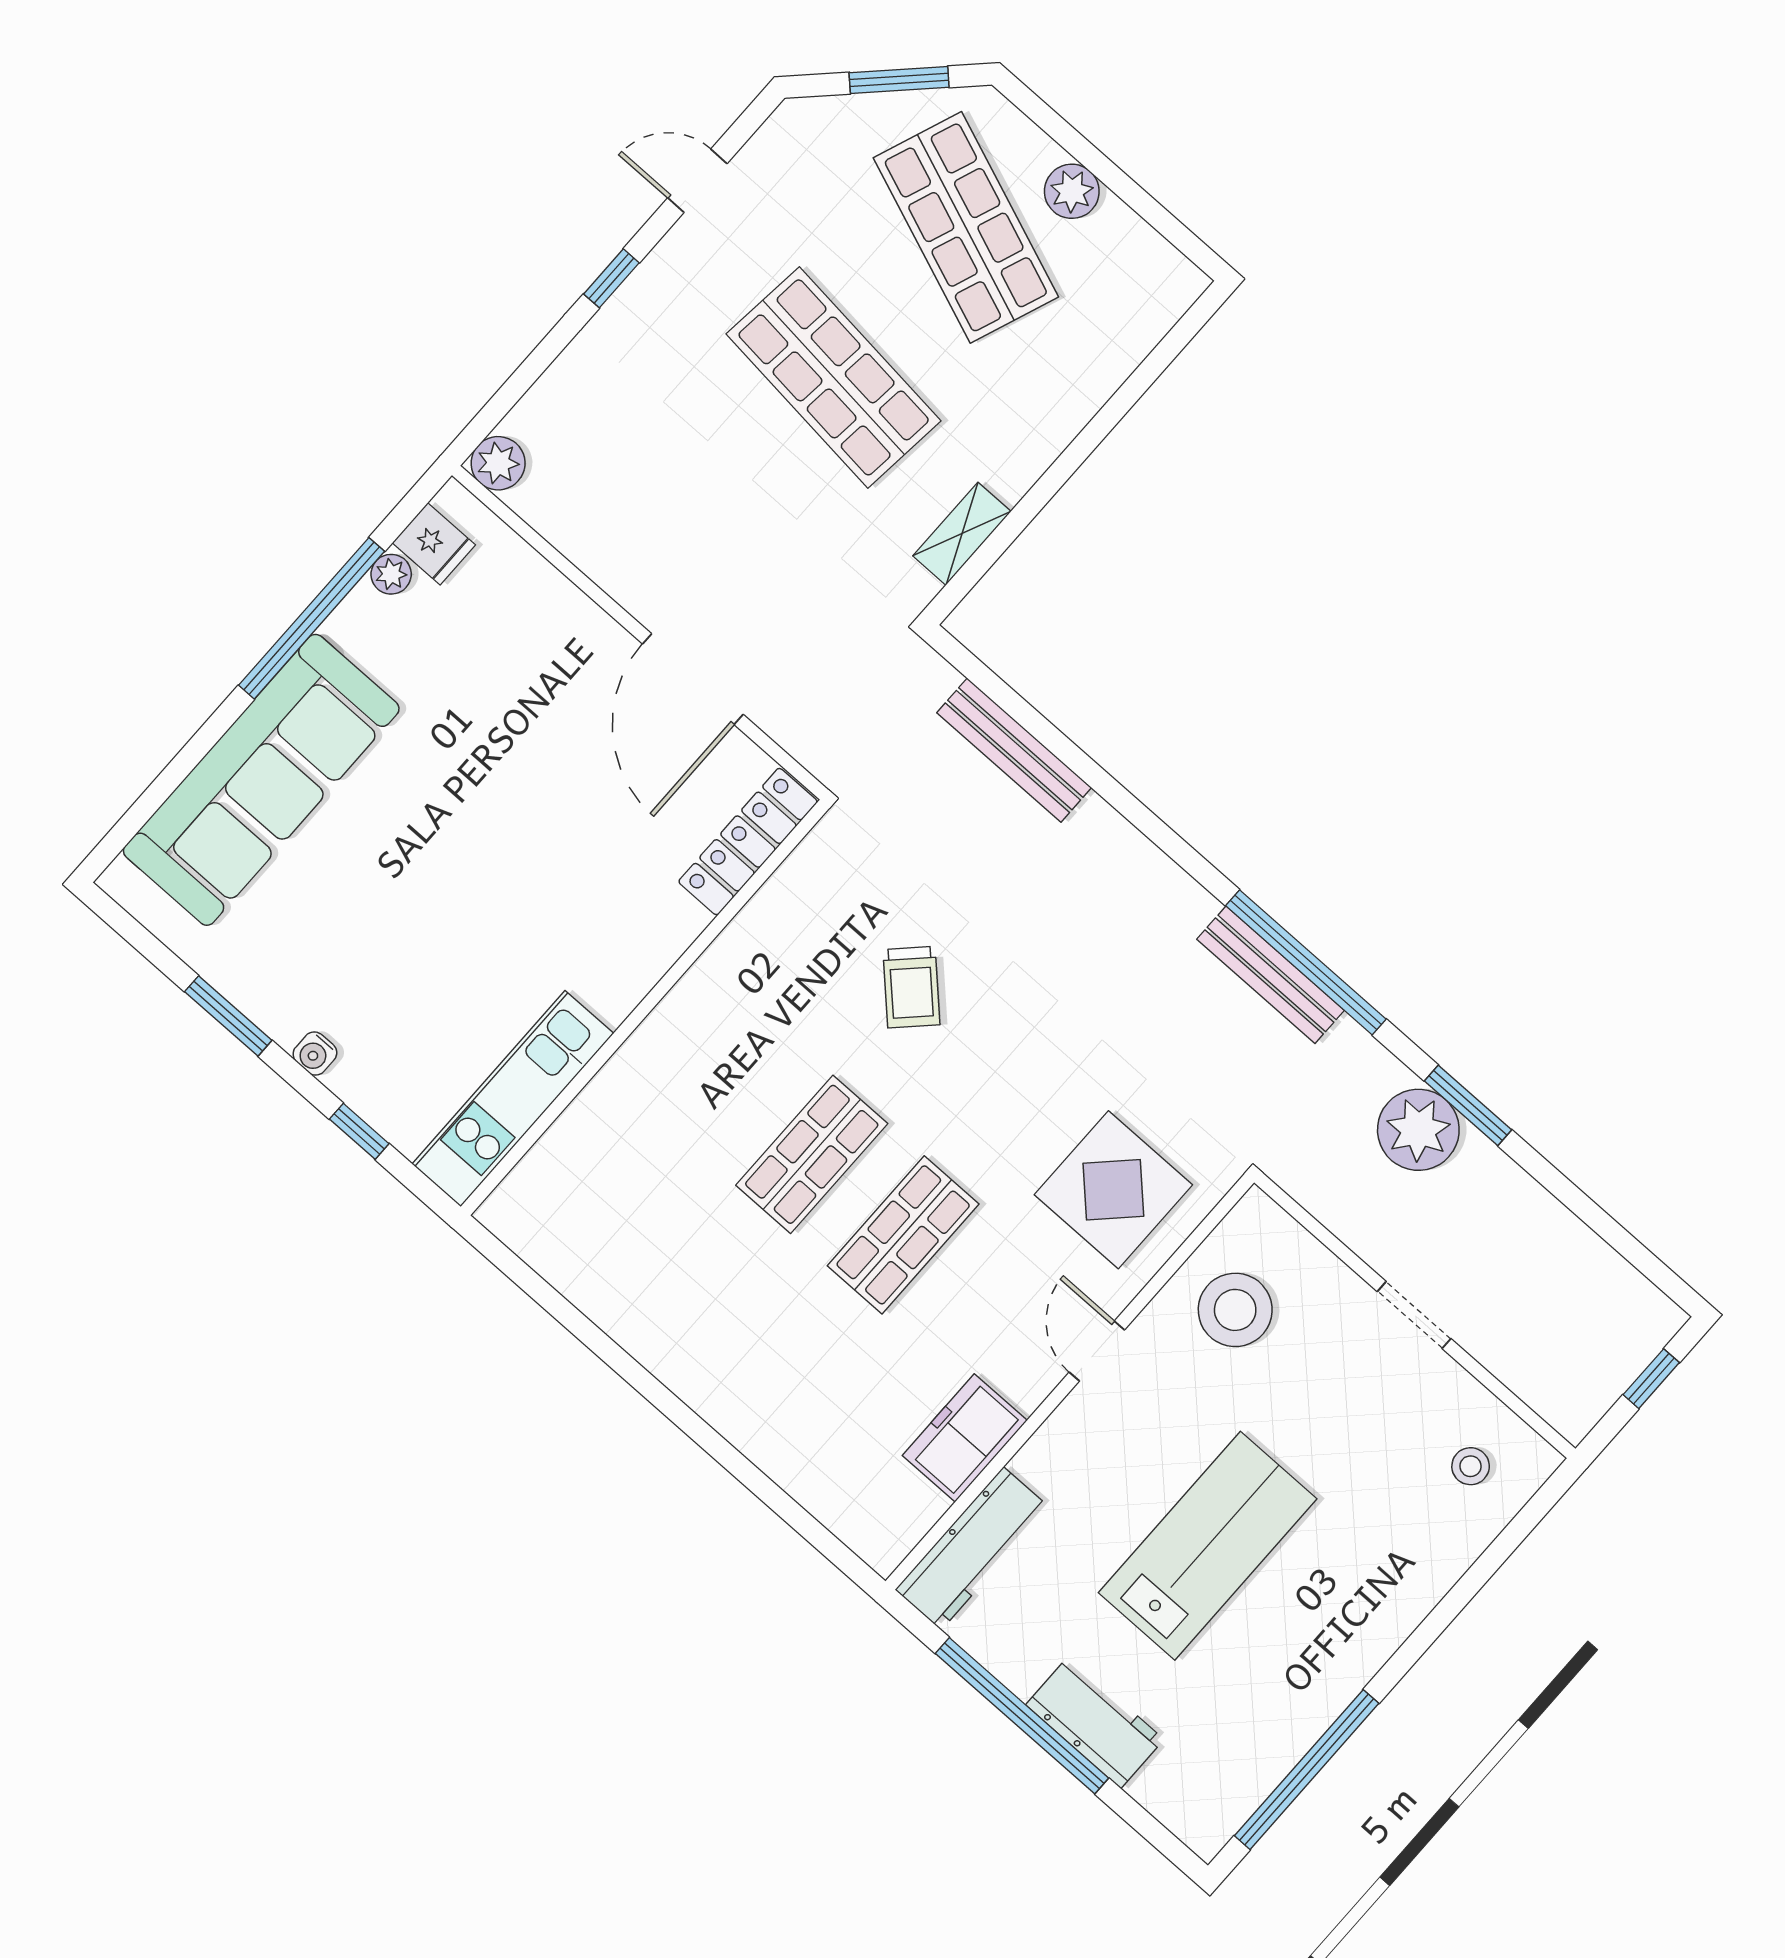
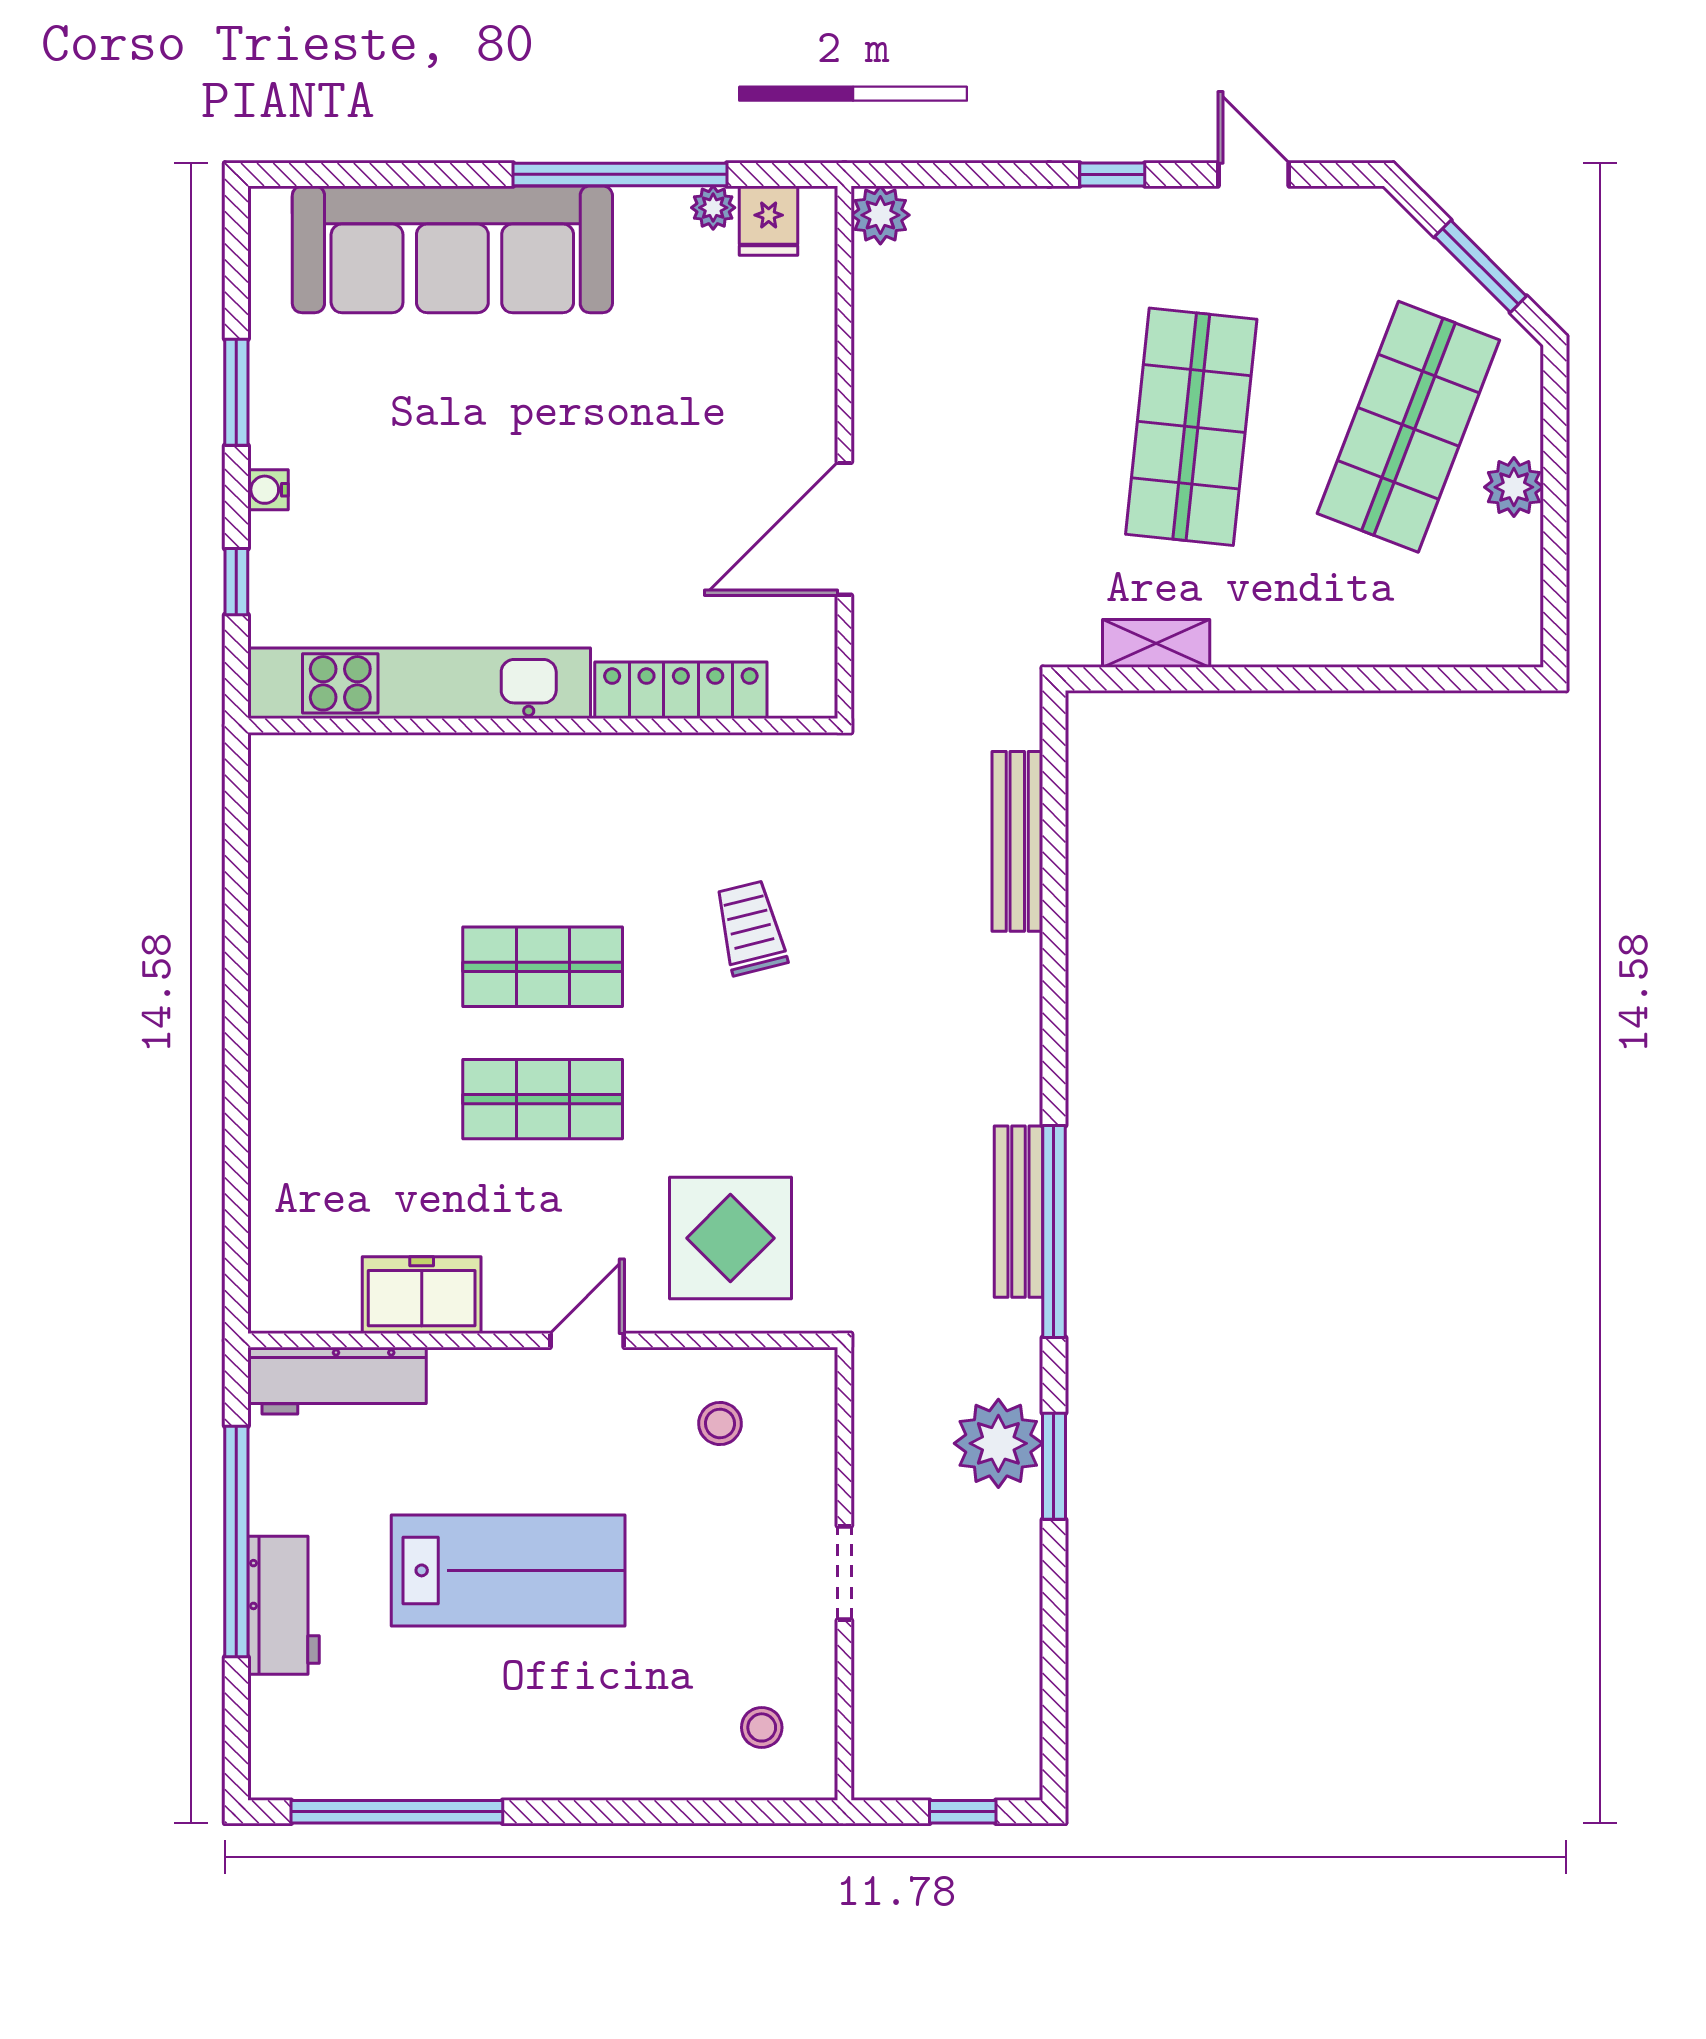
locker: (748, 842) -> (681, 690), moved
trolley: (911, 987) -> (750, 928), turned 121
kitchen unit: (513, 1099) -> (419, 683), width x1.36
stool: (1235, 1310) -> (720, 1423), width x0.53, depth x0.53

